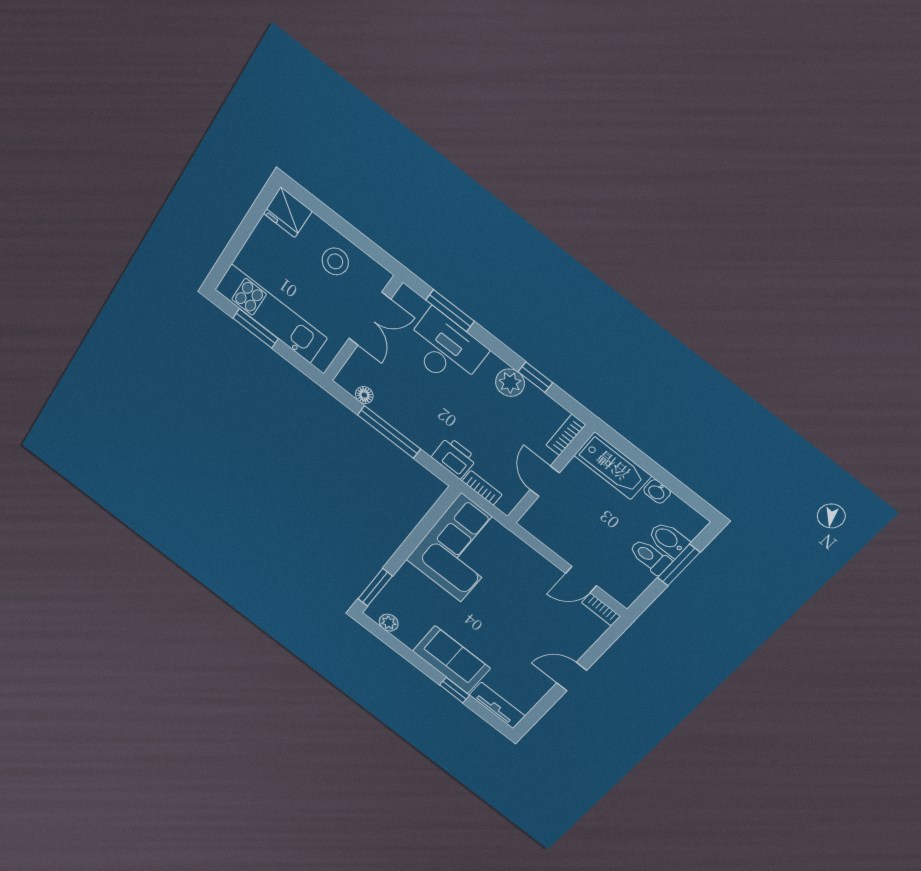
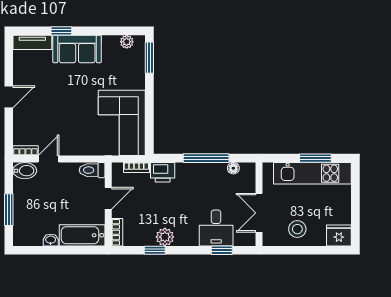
window: (450, 311) -> (222, 250), width x0.67
desk: (445, 349) -> (216, 228), width x0.73
door: (545, 481) -> (108, 198), hinge flipped
bidet: (668, 539) -> (25, 171), moved
toilet: (650, 557) -> (92, 170), moved, turned 180

